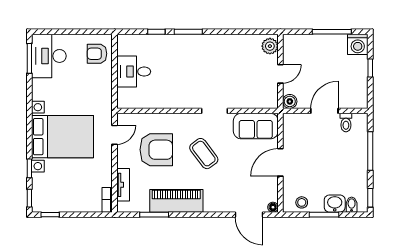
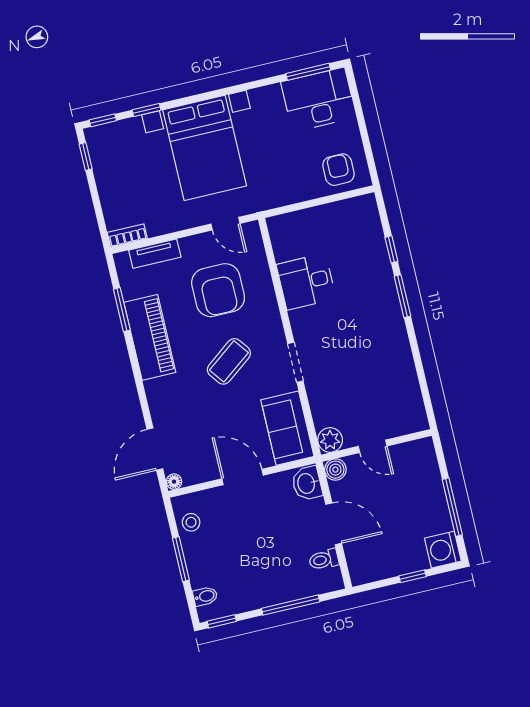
plant: (270, 46) -> (330, 440), moved
desk: (134, 72) -> (306, 282), moved, turned -90
washbasin: (335, 204) -> (307, 483), moved, turned 180

